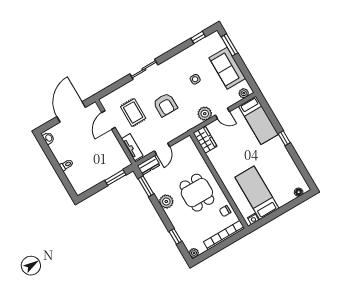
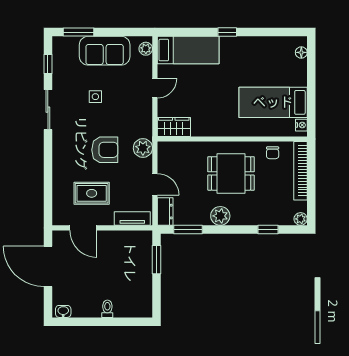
sliding door: (144, 69) -> (48, 110), moved
plant: (205, 114) -> (143, 148), moved

